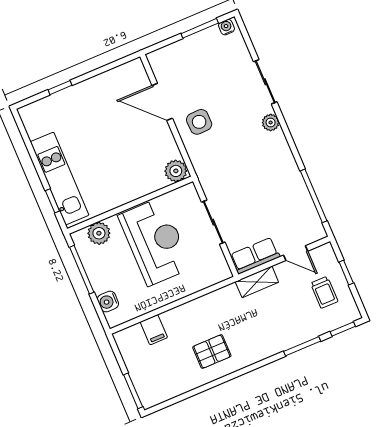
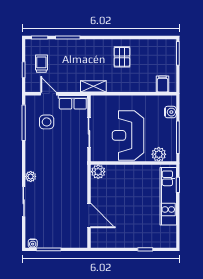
side table: (199, 122) -> (47, 122), moved
shelving: (257, 282) -> (93, 86), moved
filing cabinet: (154, 330) -> (163, 84), moved
pallet: (212, 352) -> (122, 57), turned 90

